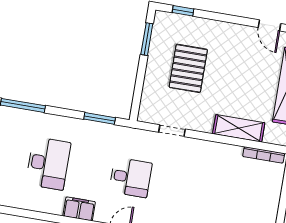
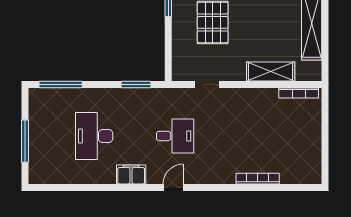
desk: (48, 163) -> (94, 136), turned 180

